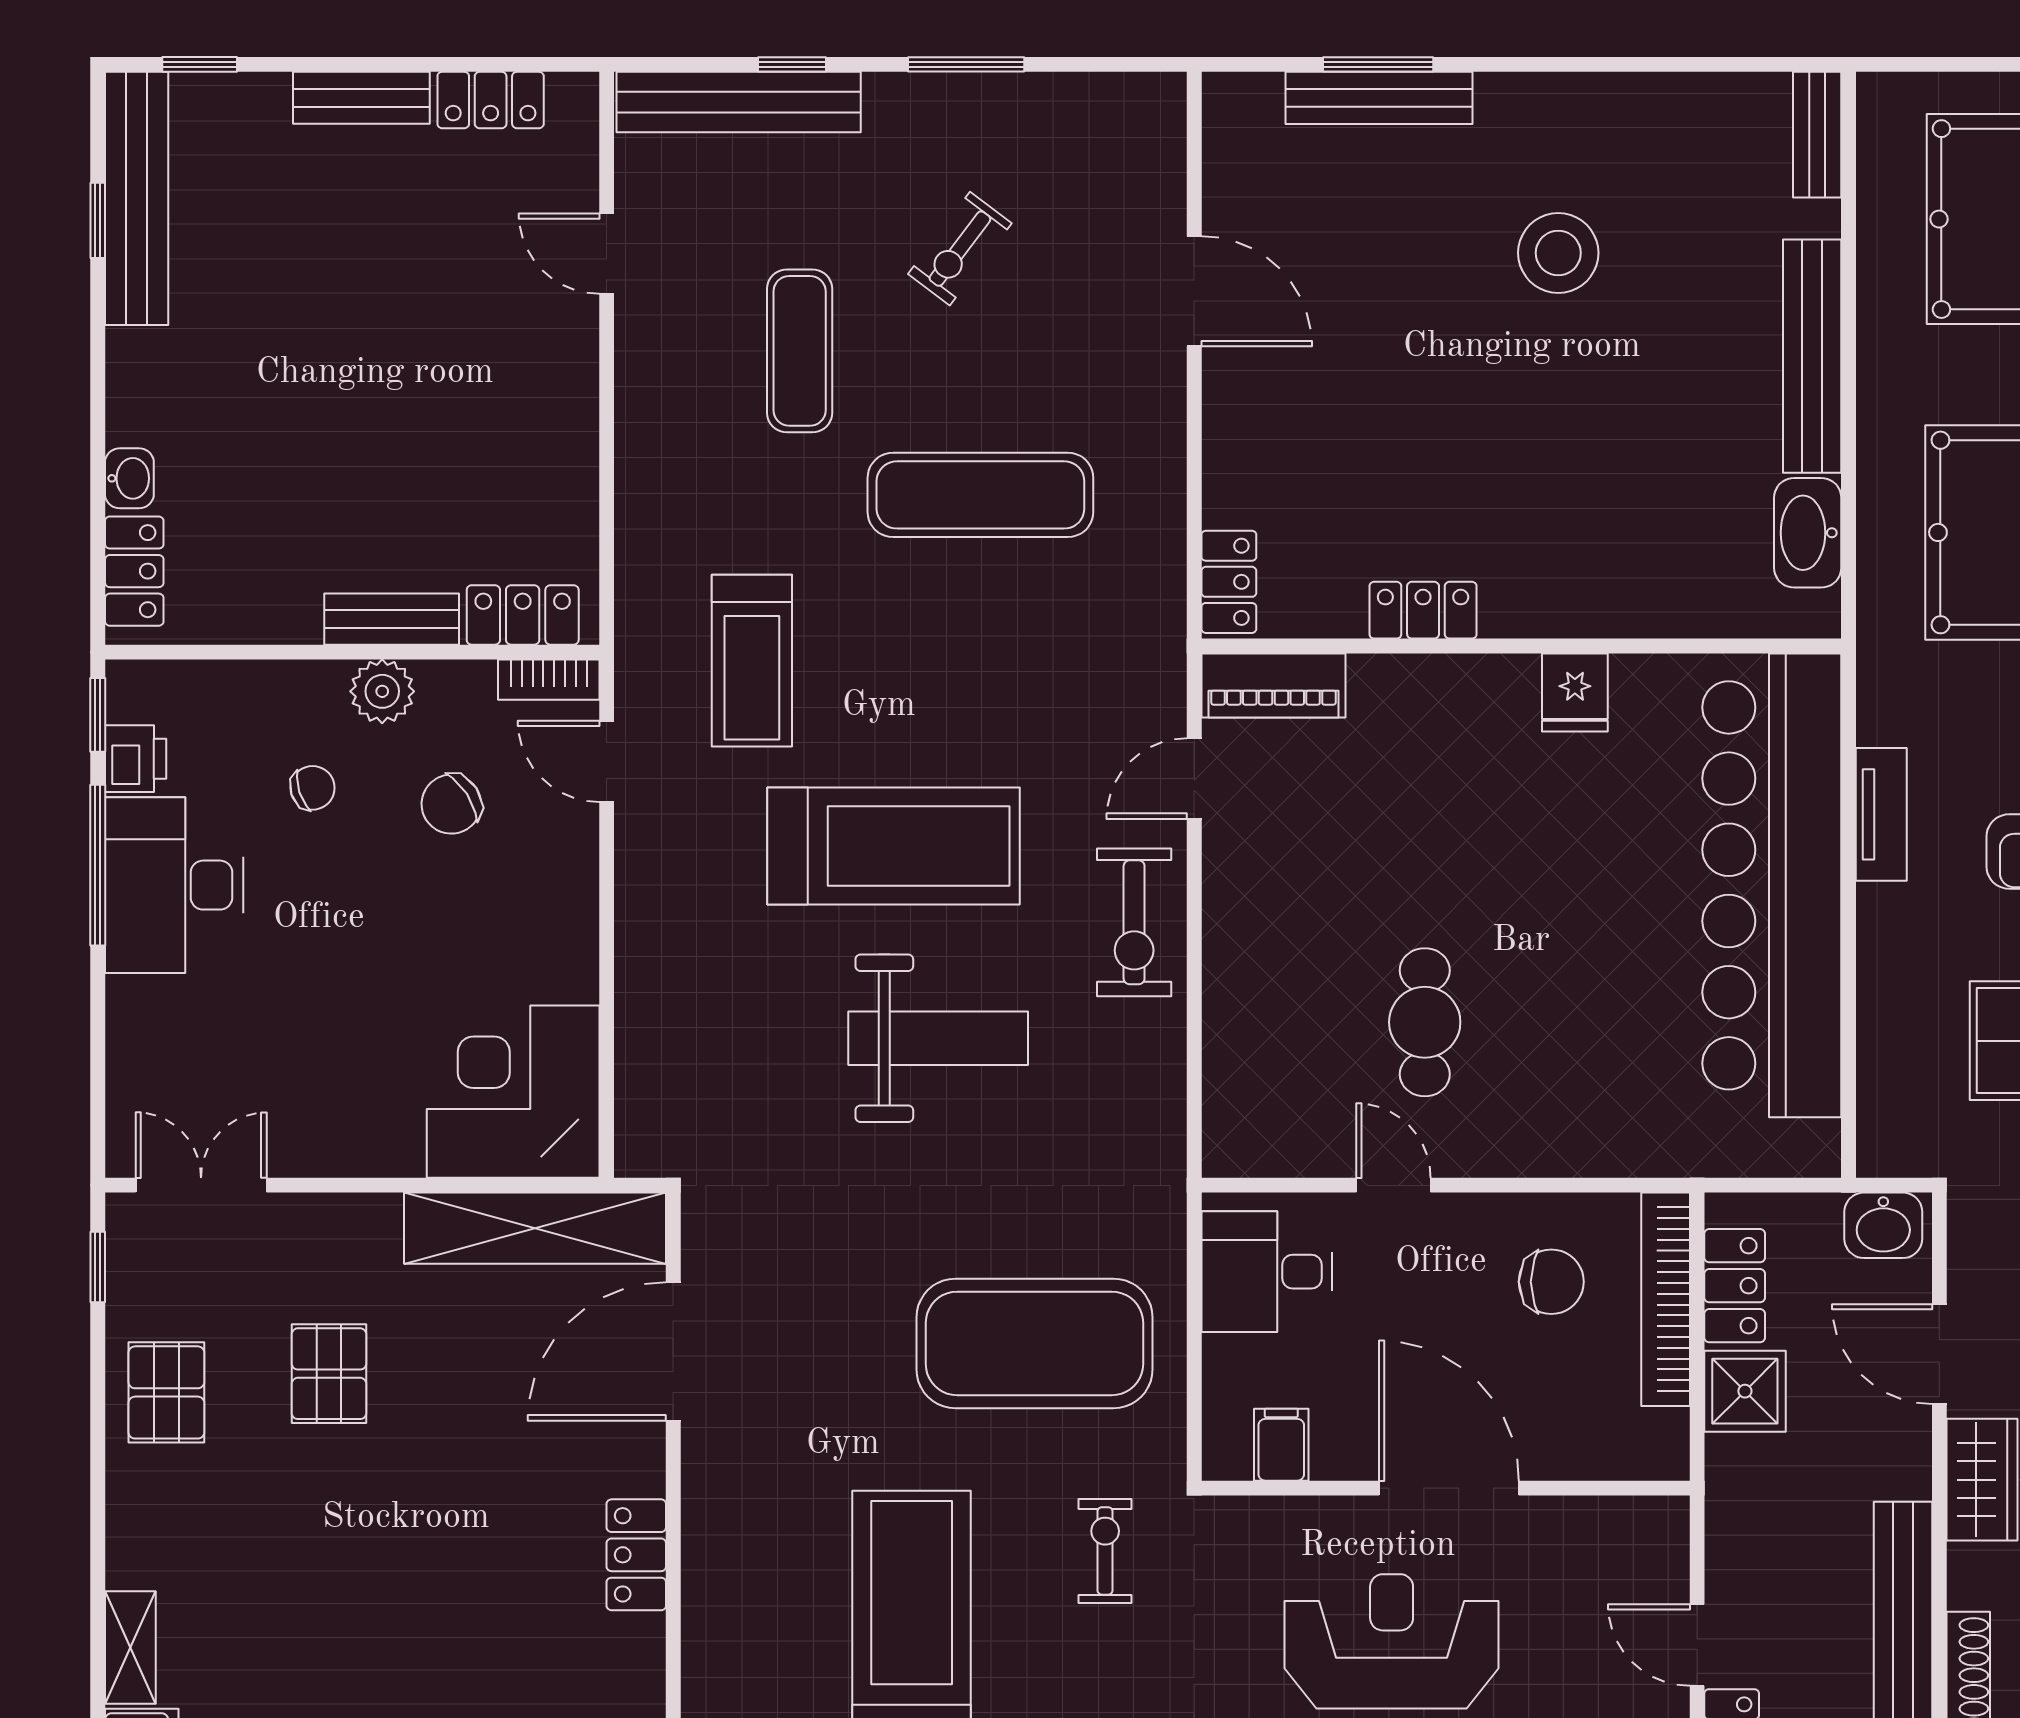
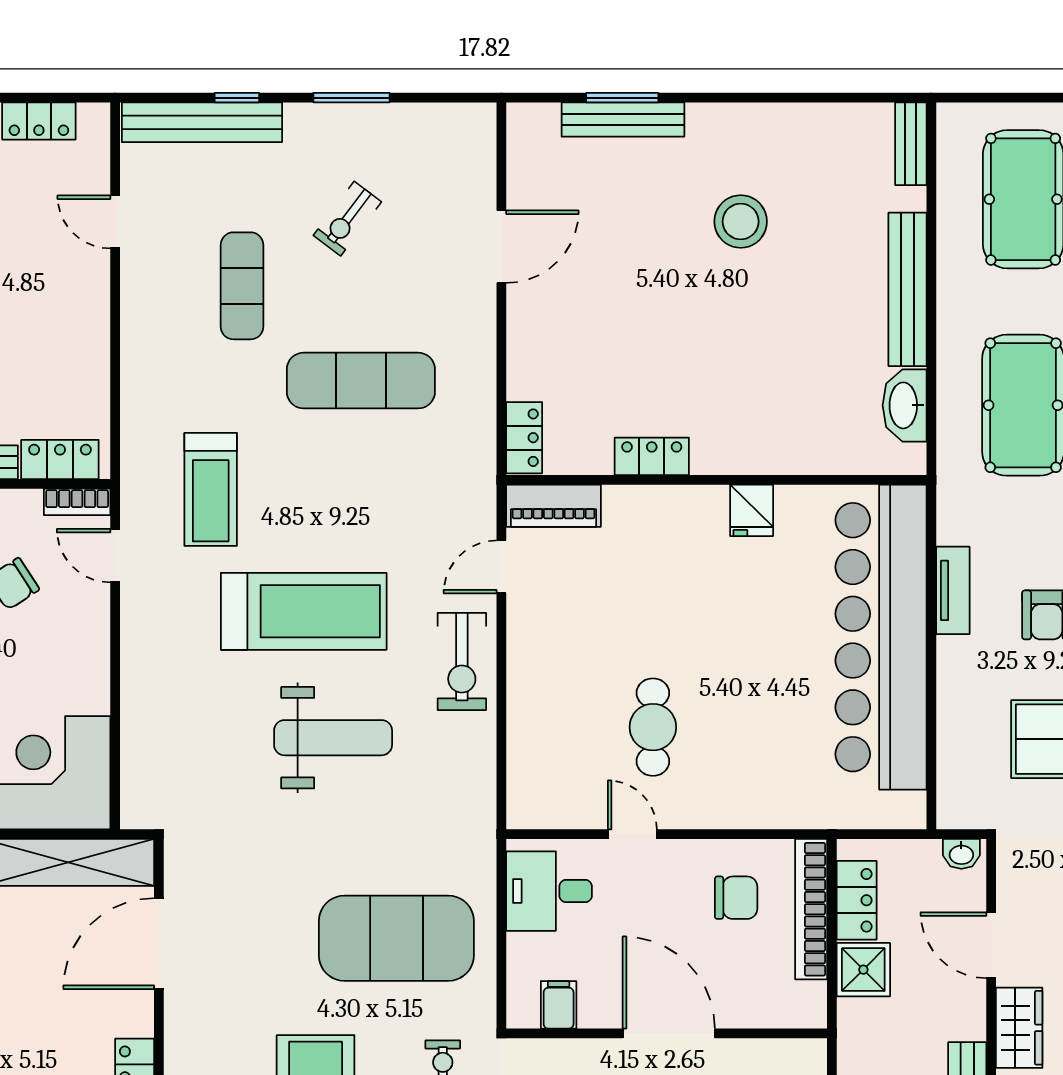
door: (1194, 291) -> (501, 247), hinge flipped
washbasin: (1883, 1225) -> (961, 854), width x0.72, depth x0.69

